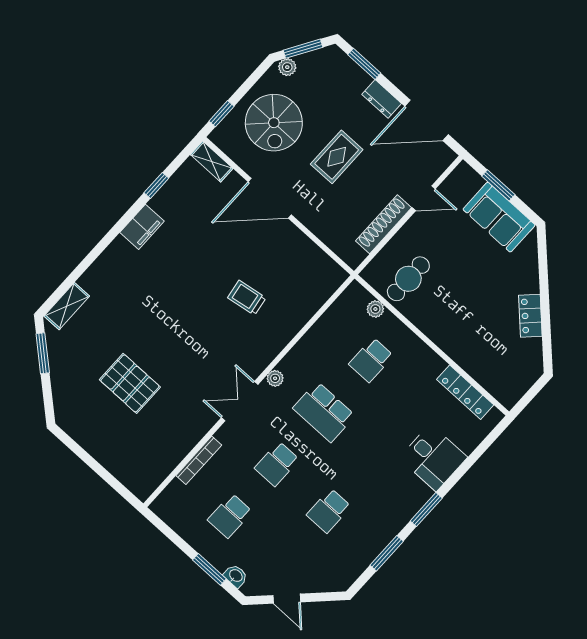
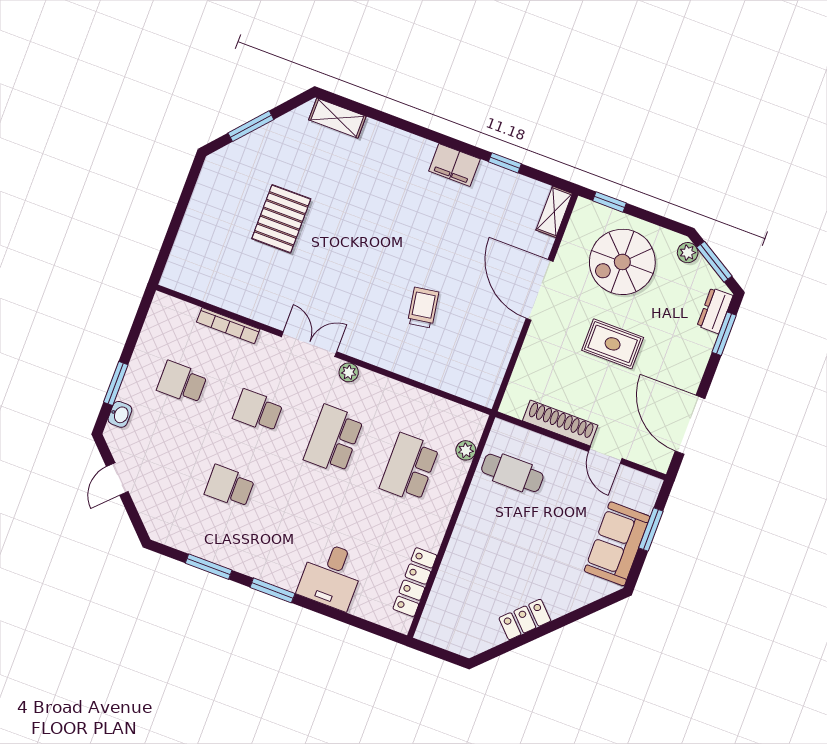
dresser: (382, 99) -> (715, 311), moved
window: (43, 353) -> (251, 126), moved
school desk: (371, 360) -> (409, 468), width x1.85

